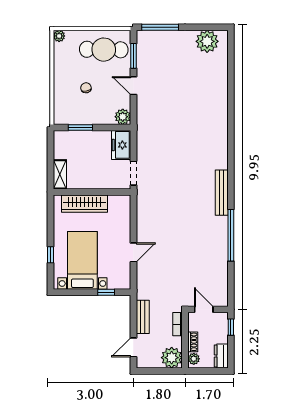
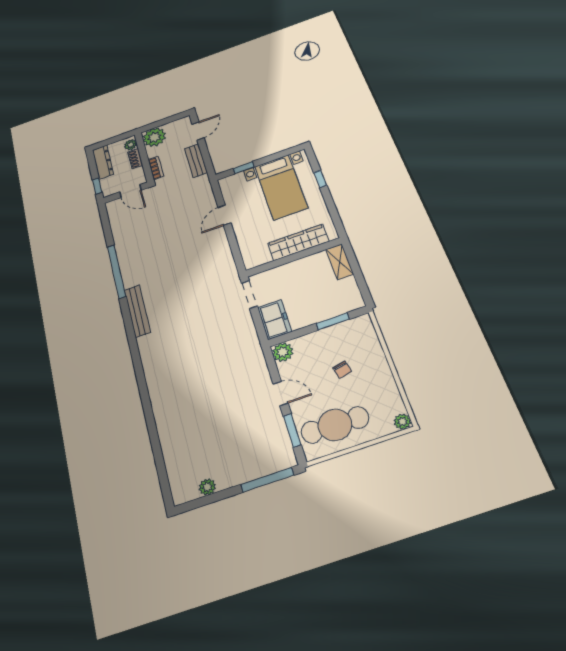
plant: (207, 41) -> (207, 487), width x0.53, depth x0.53
dresser: (221, 356) -> (103, 162), width x1.44

